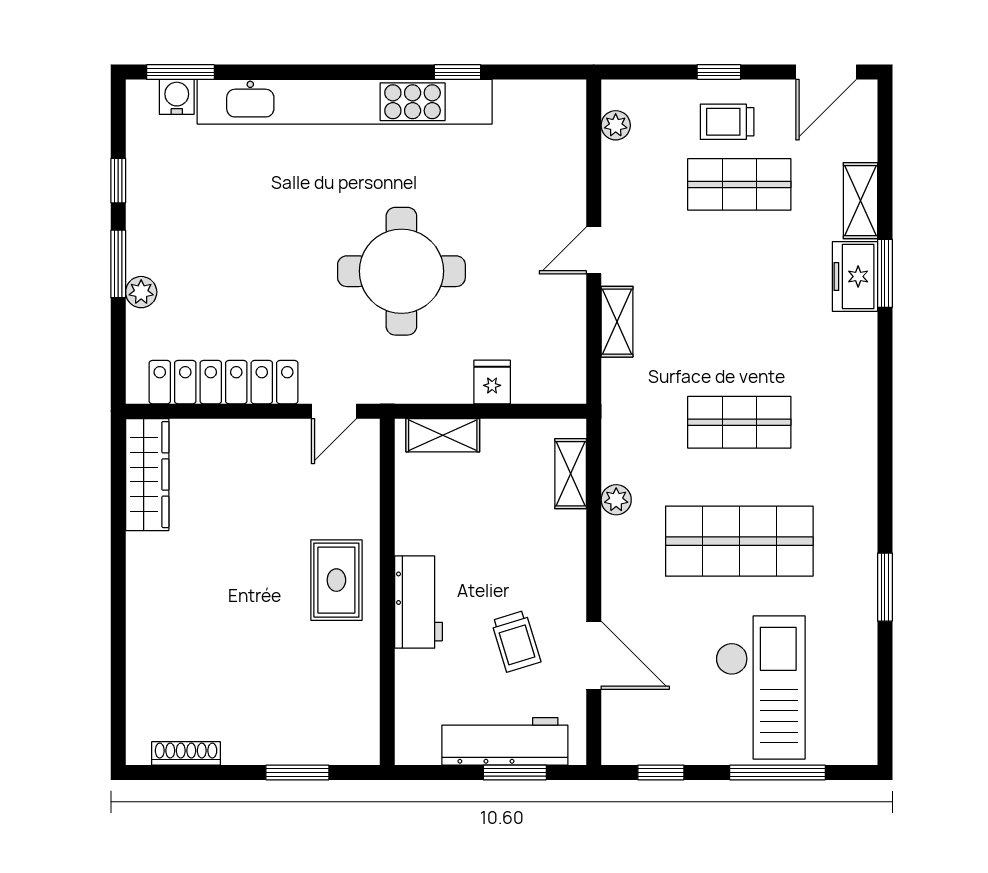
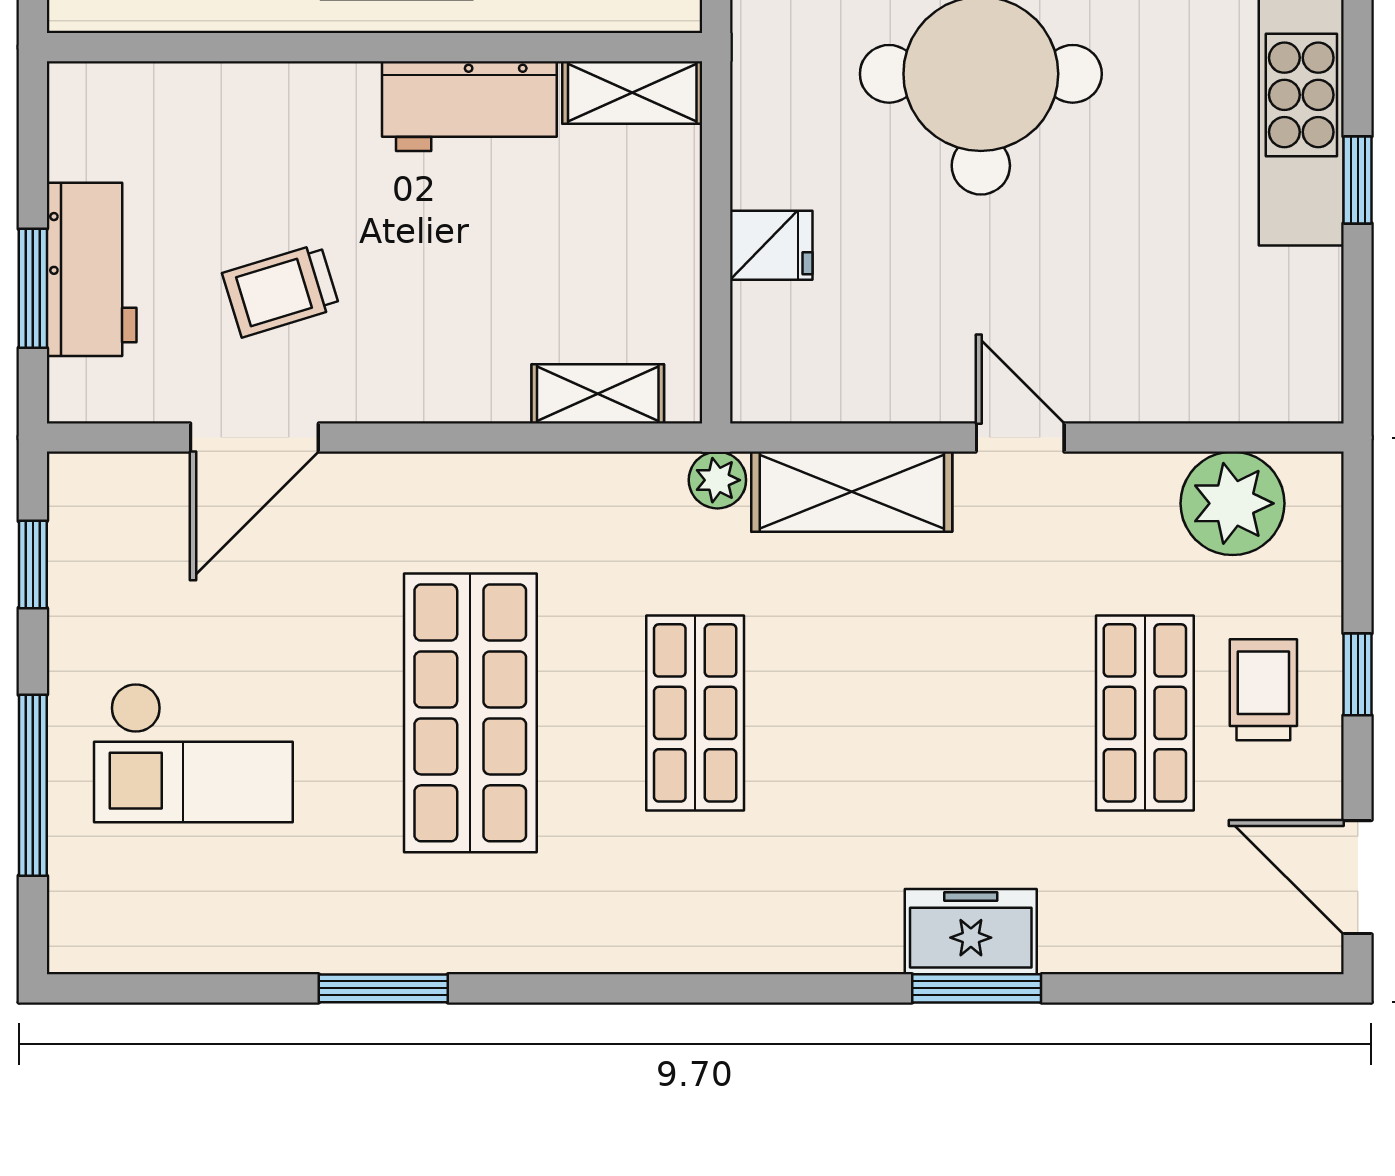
plant: (616, 125) -> (1233, 503), width x1.88, depth x1.88
shelving: (860, 201) -> (1114, 942), removed
shelving: (617, 322) -> (852, 492), width x1.50, depth x1.33
shelving: (443, 435) -> (632, 92), moved, turned 90
plant: (616, 500) -> (717, 480), moved
workbench: (418, 602) -> (469, 106), moved
checkout: (760, 688) -> (193, 753), width x0.73, depth x0.83
workbench: (505, 741) -> (92, 269), width x0.73

